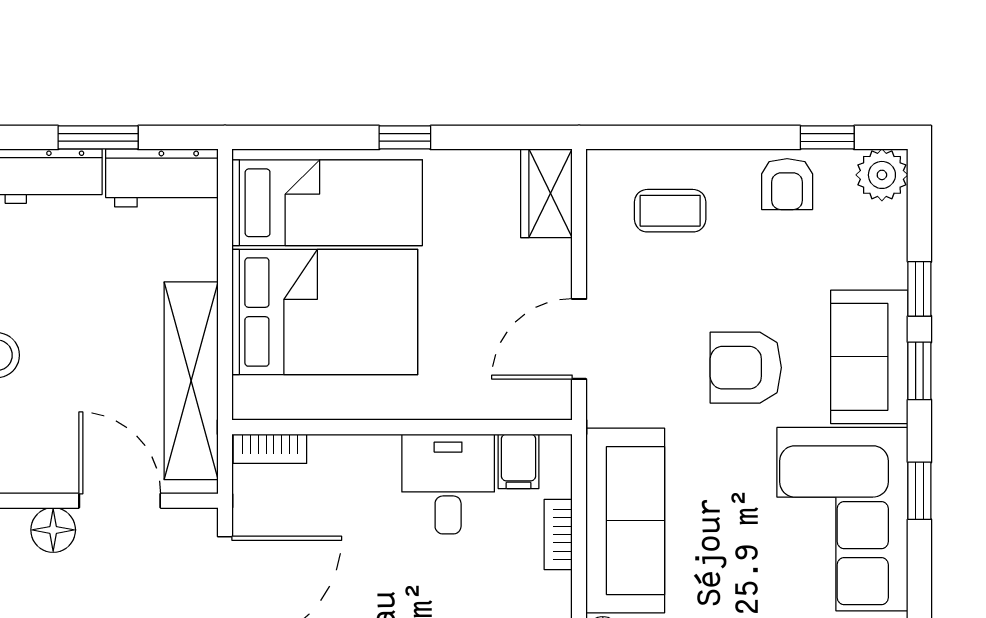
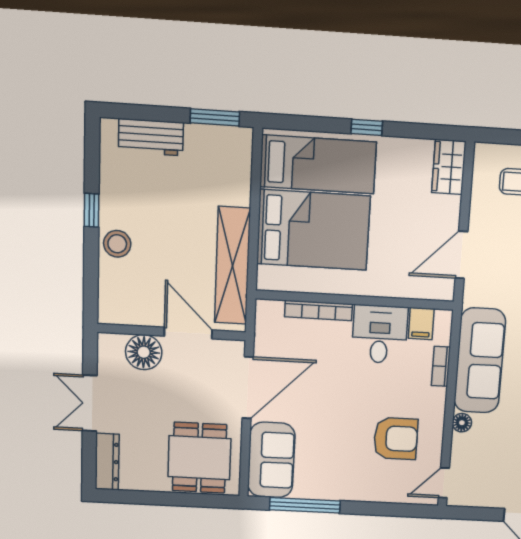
window: (98, 137) -> (215, 117), moved
workbench: (162, 178) -> (219, 143), removed
bookcase: (270, 449) -> (319, 310), moved, width x1.56
floor lamp: (53, 530) -> (144, 352), width x1.38, depth x1.38

